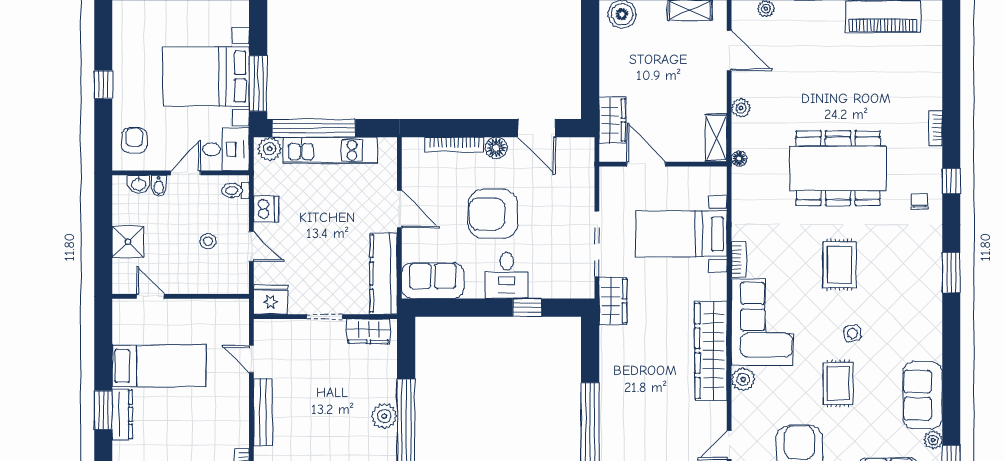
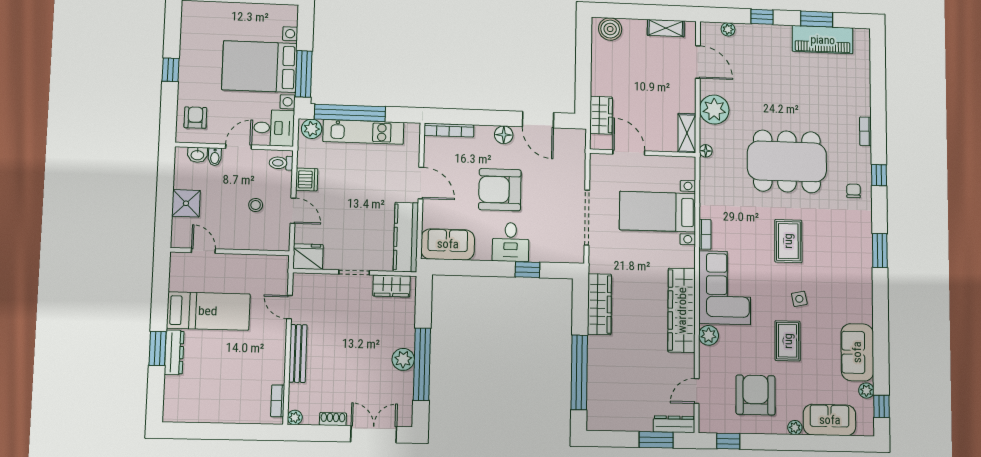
plant: (741, 108) -> (714, 110), width x1.88, depth x1.88
bookcase: (454, 145) -> (449, 130), moved
wardrobe: (613, 301) -> (599, 304), moved, width x1.50

